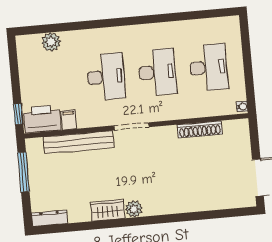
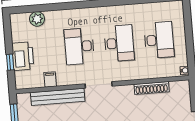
desk: (106, 77) -> (79, 46), turned 180
window: (18, 114) -> (10, 62), moved
printer: (42, 119) -> (23, 56), moved, turned 90

